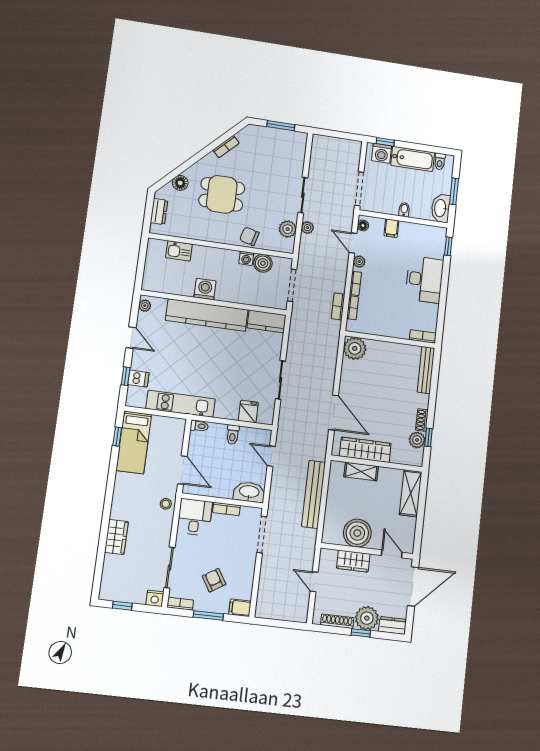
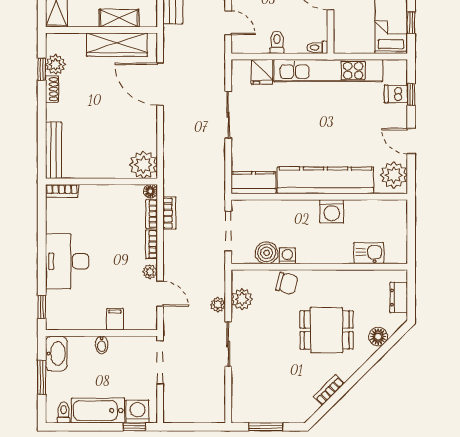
floor lamp: (363, 225) -> (150, 191), moved
plant: (145, 306) -> (394, 175), width x1.87, depth x1.87
kitchen unit: (181, 404) -> (328, 71), width x1.36

